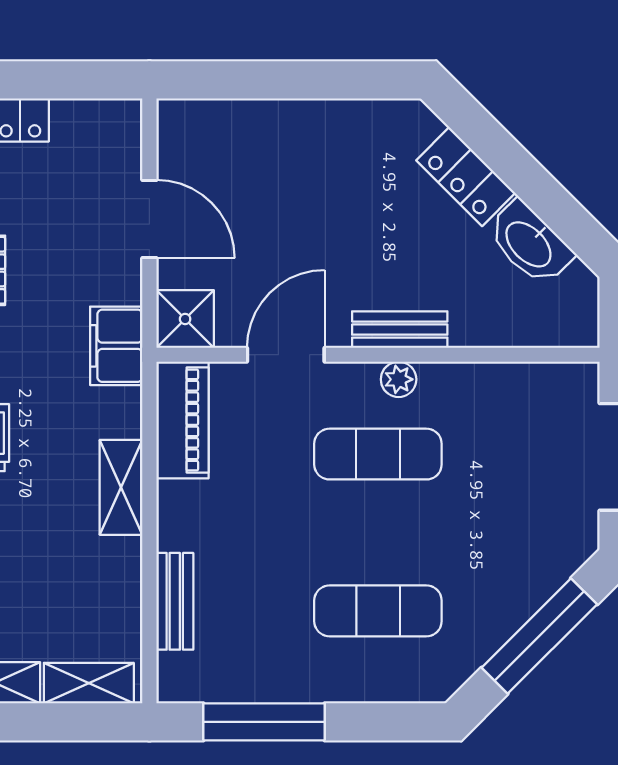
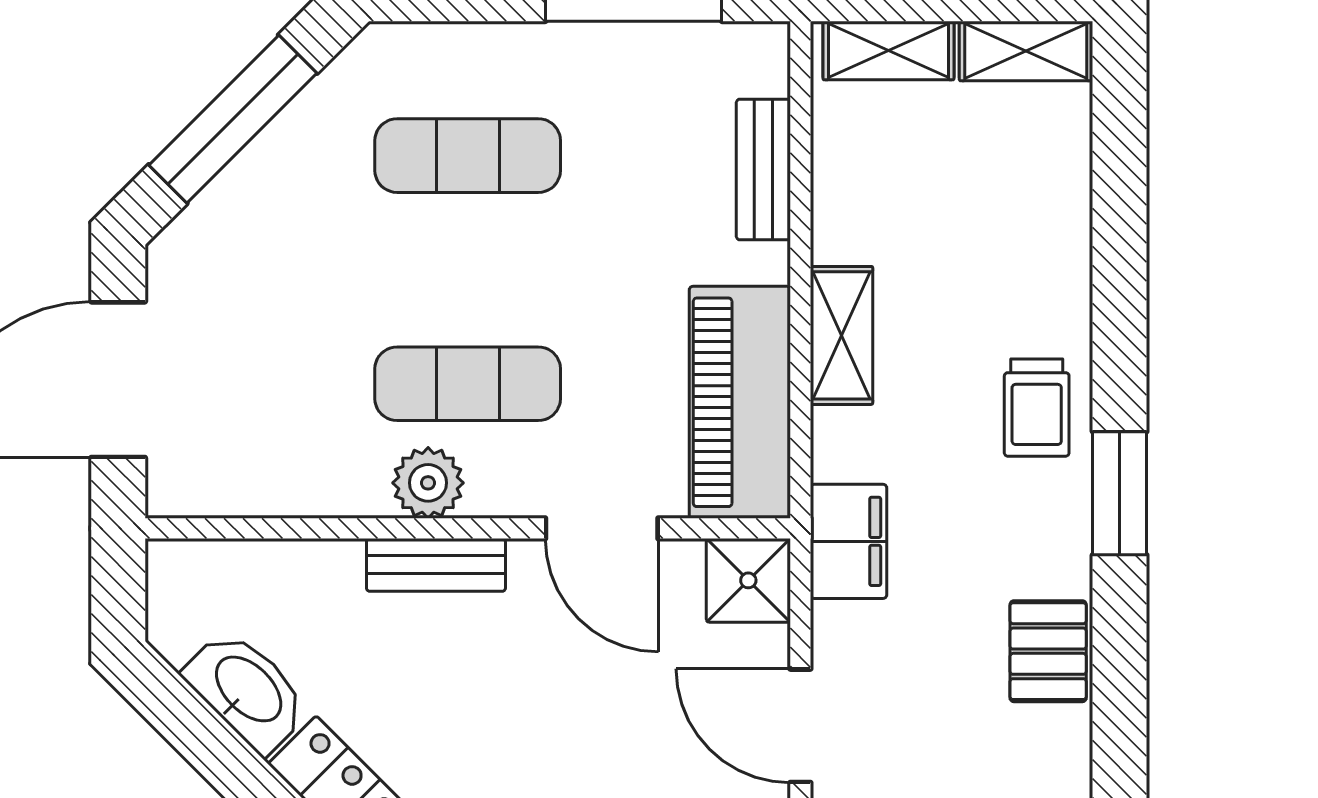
door: (286, 355) -> (602, 528), hinge flipped
plant: (399, 379) -> (428, 483), width x1.38, depth x1.38
piano: (182, 420) -> (740, 402), width x1.37, depth x1.33

